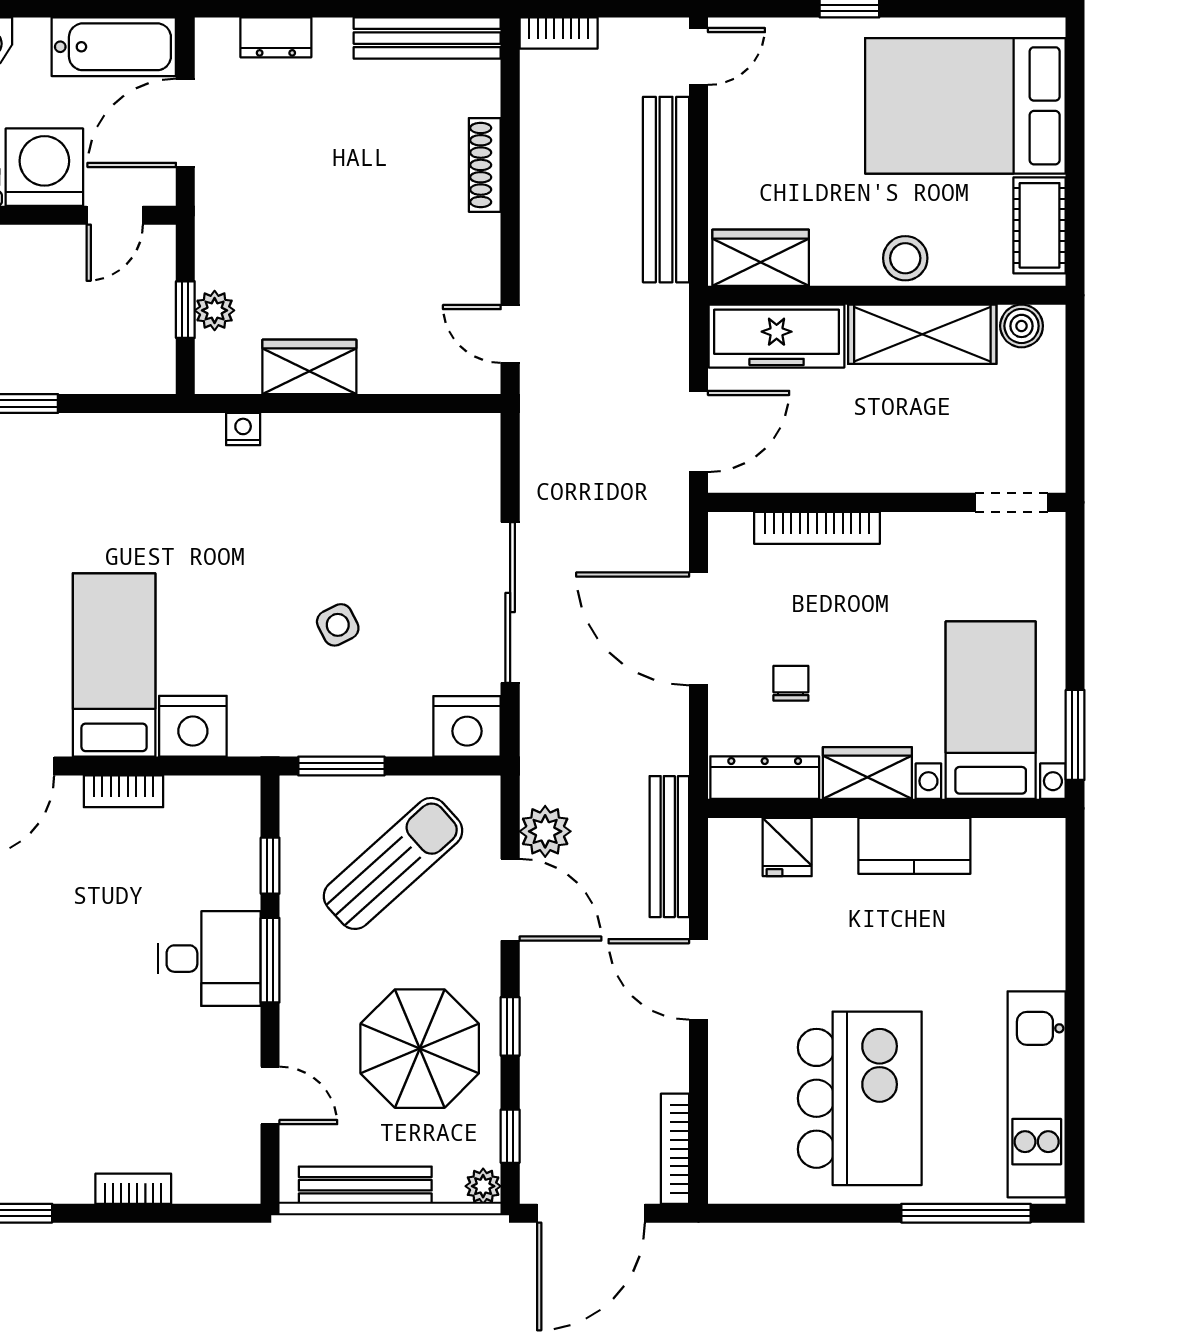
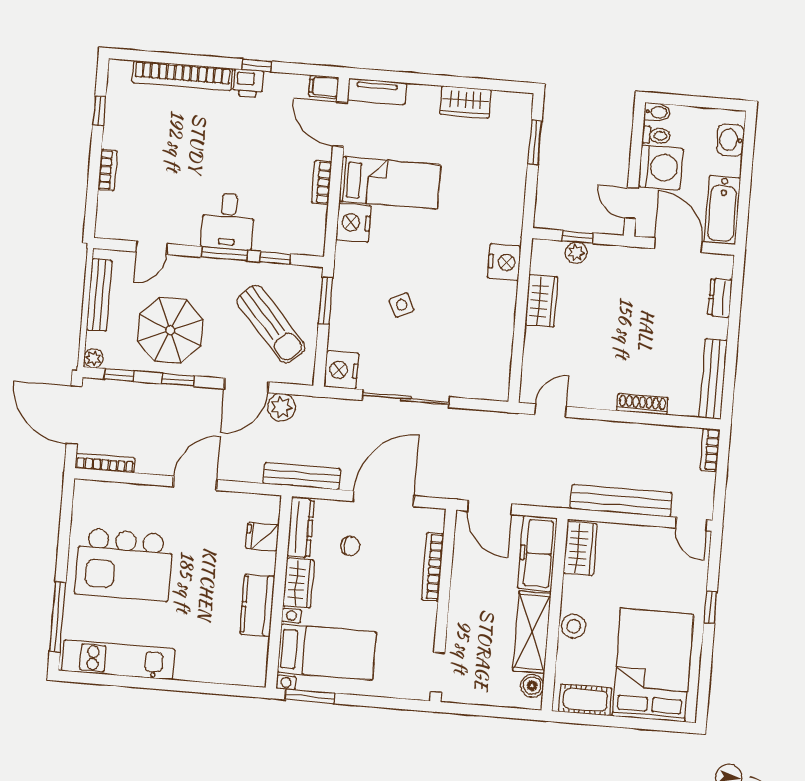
nightstand: (243, 429) -> (504, 262), width x1.89, depth x1.79
bench: (669, 847) -> (302, 476), moved

